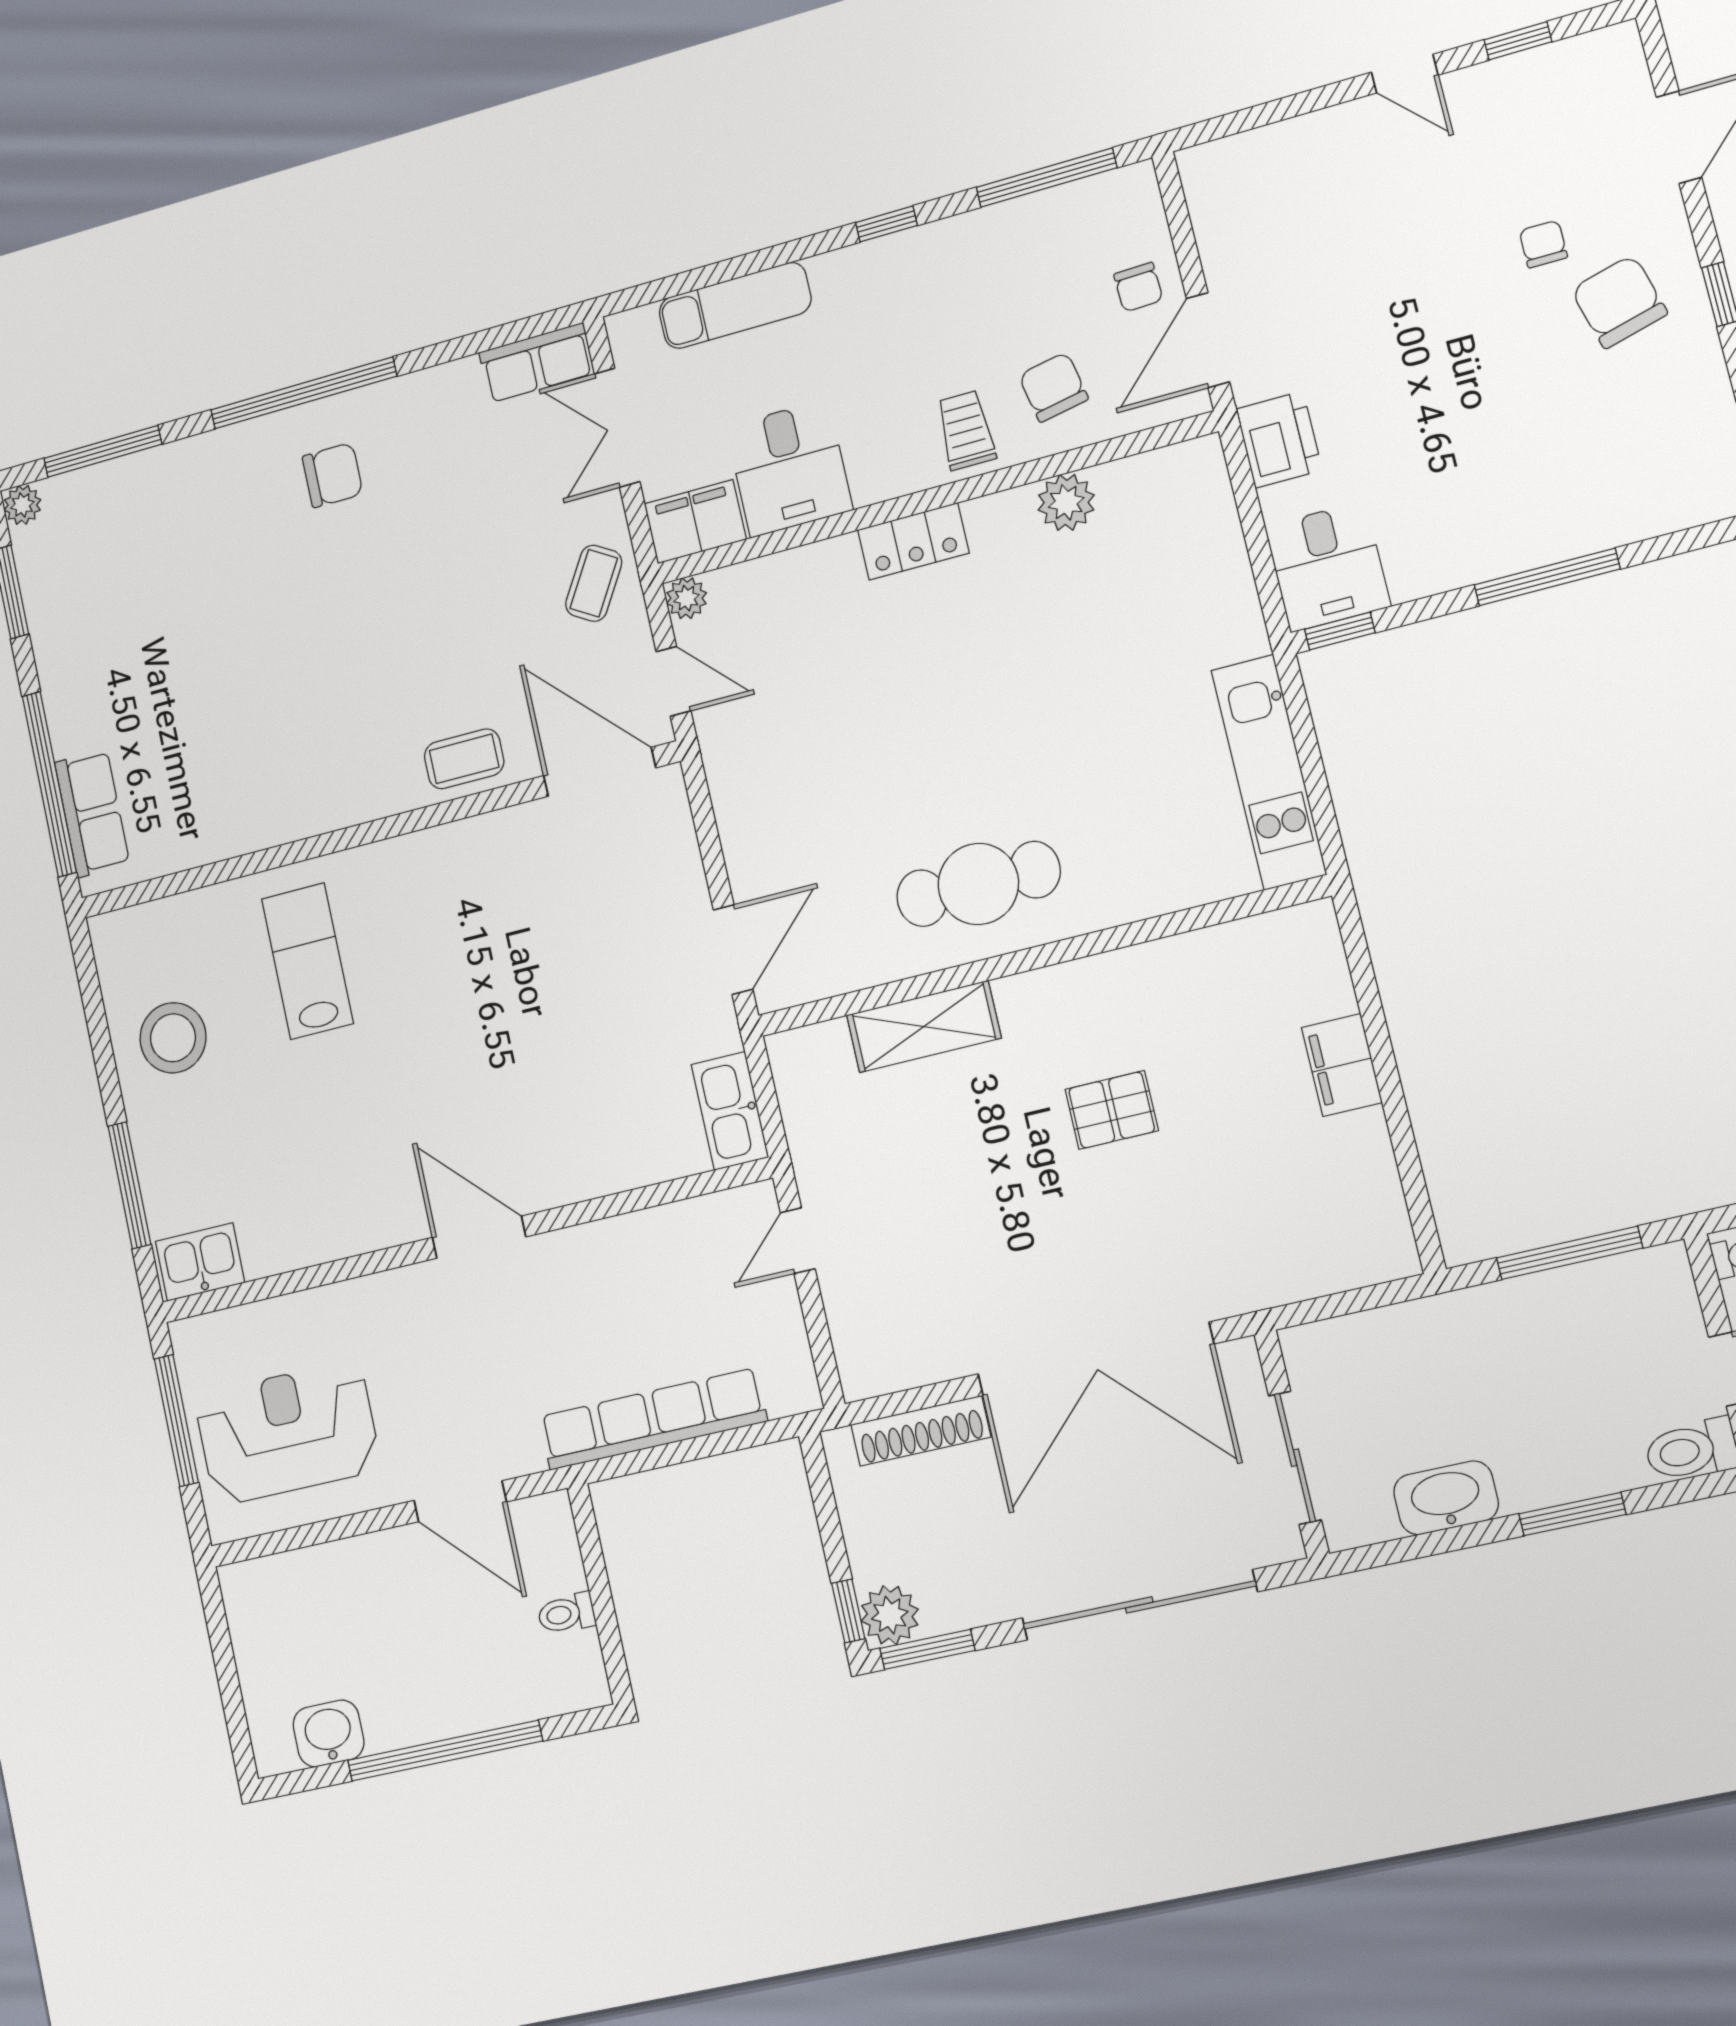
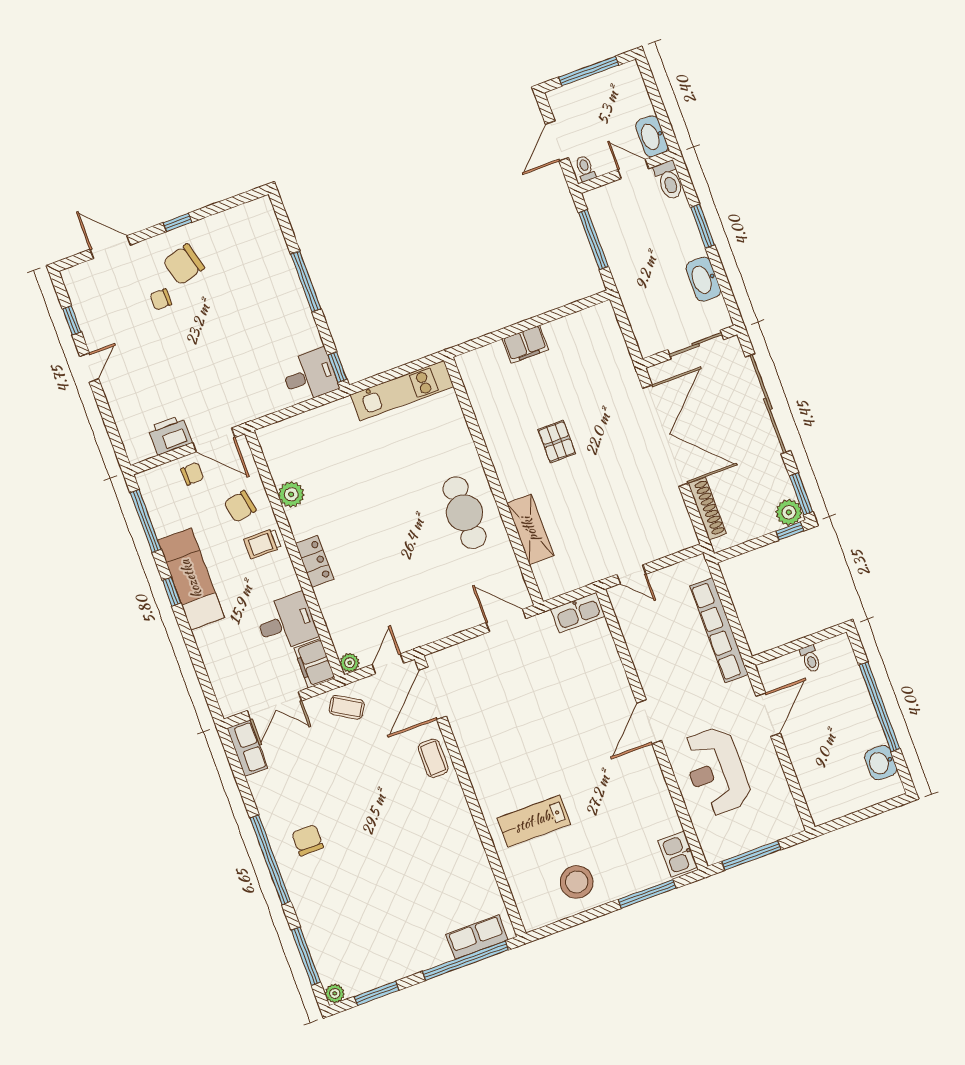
exam couch: (735, 305) -> (191, 579), moved, width x1.36, depth x1.45
printer: (1279, 439) -> (170, 435), moved
reception desk: (287, 1433) -> (716, 771), moved

